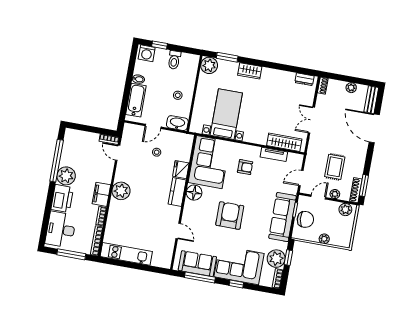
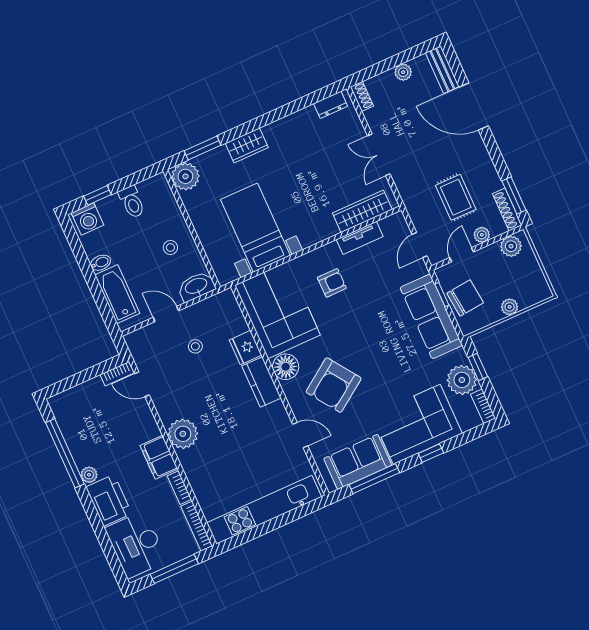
door: (153, 126) -> (166, 314), swing flipped
plant: (66, 176) -> (89, 475), width x0.53, depth x0.53
armchair: (230, 216) -> (334, 385), moved, turned -125
kitchen unit: (126, 254) -> (264, 510), width x1.36

